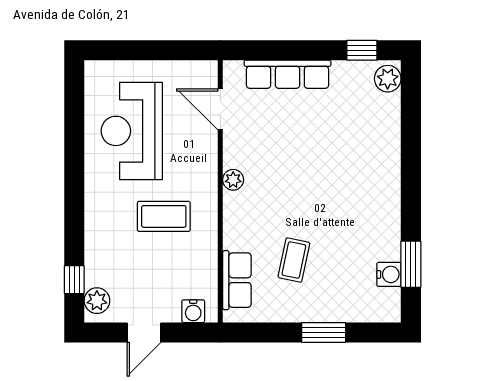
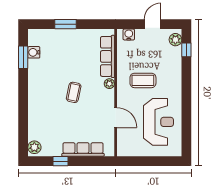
window: (362, 50) -> (61, 161), moved
door: (220, 109) -> (116, 118), moved
plant: (233, 180) -> (109, 84), moved
coffee table: (294, 260) -> (74, 92), moved
row of seats: (237, 280) -> (108, 56), width x1.48

